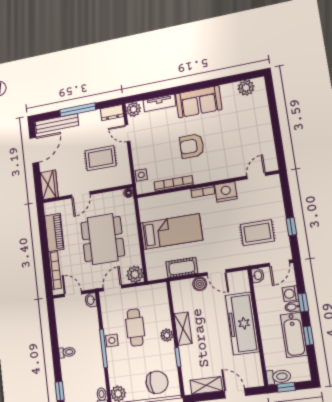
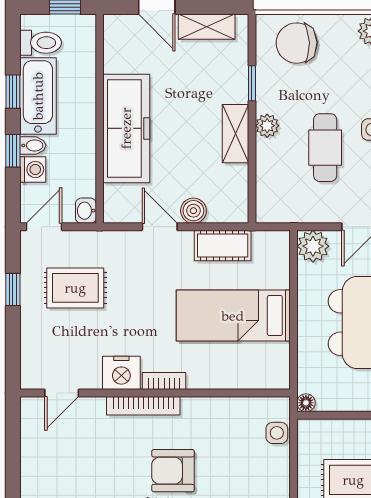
armchair: (192, 146) -> (173, 471), turned 180
bookcase: (174, 183) -> (143, 406), moved
toilet: (279, 377) -> (41, 43), moved, turned 180

